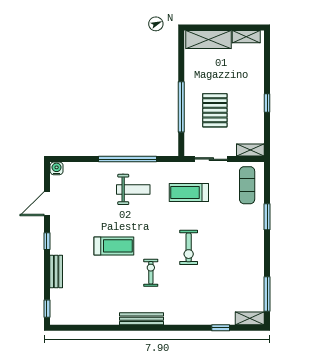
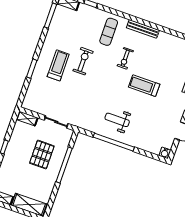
exercise mat: (247, 185) -> (109, 32), moved
treadmill: (189, 192) -> (58, 65), moved, turned -90
exercise bike: (189, 247) -> (83, 61), moved

